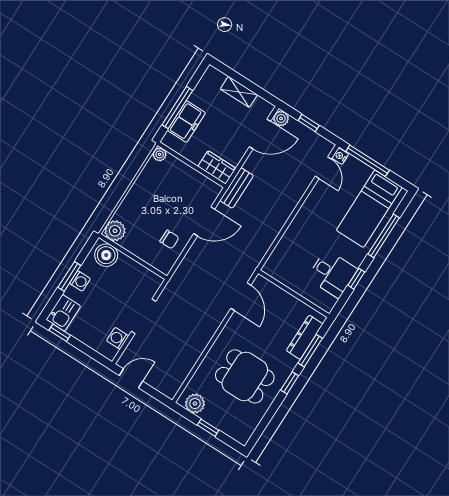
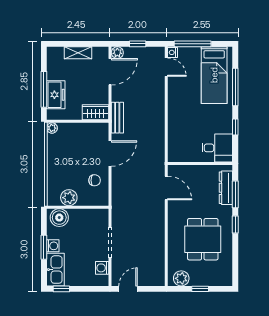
plant: (115, 231) -> (69, 198), moved
desk: (332, 274) -> (217, 148), moved
kitchen sink: (63, 313) -> (55, 270), width x1.38
dining table: (245, 376) -> (203, 239), turned 90

